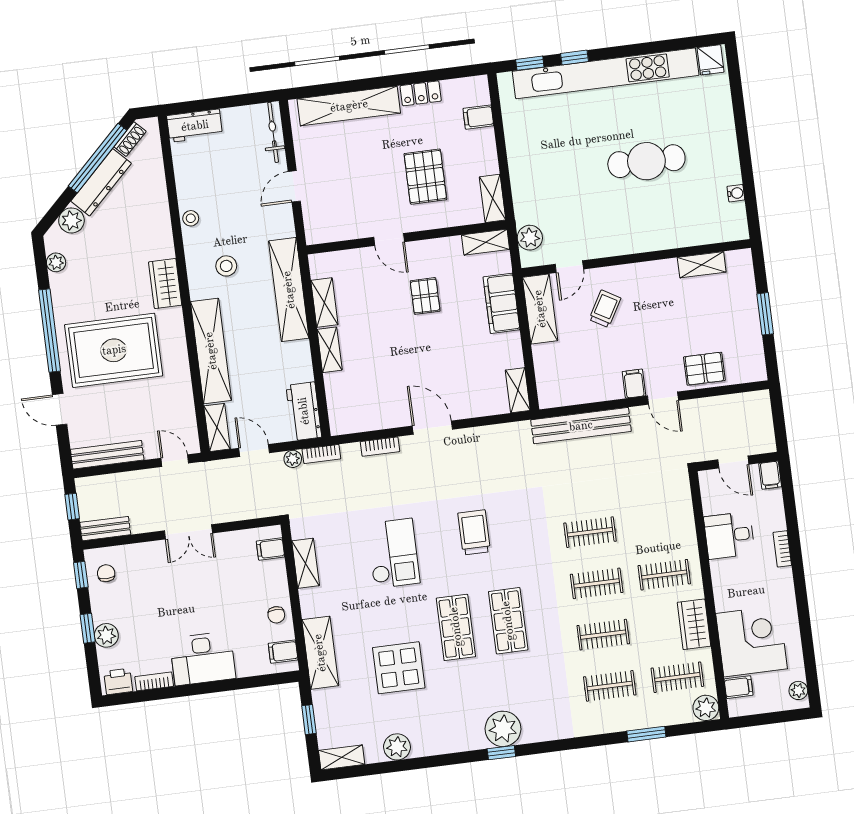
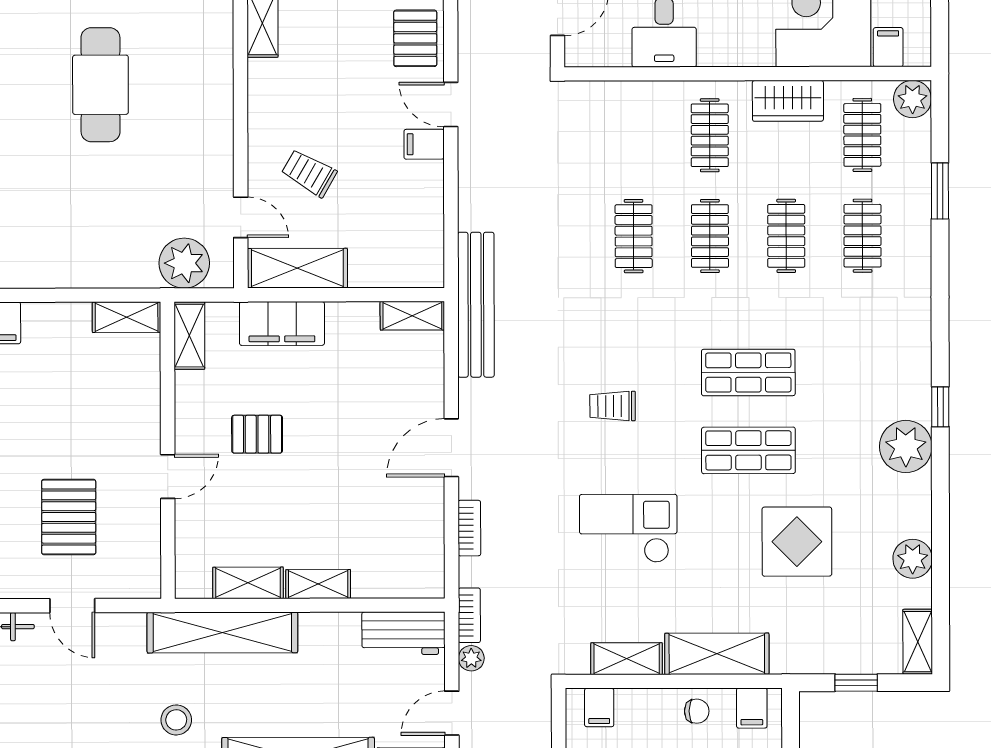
pallet: (425, 177) -> (69, 517), moved, turned 90
plant: (530, 238) -> (184, 263), width x1.36, depth x1.36
door: (663, 398) -> (451, 105), swing flipped
bench: (581, 426) -> (476, 305), moved
trolley: (474, 532) -> (613, 406), width x0.73, depth x0.72
shelving: (320, 653) -> (717, 654), moved
plant: (503, 729) -> (906, 446), moved

